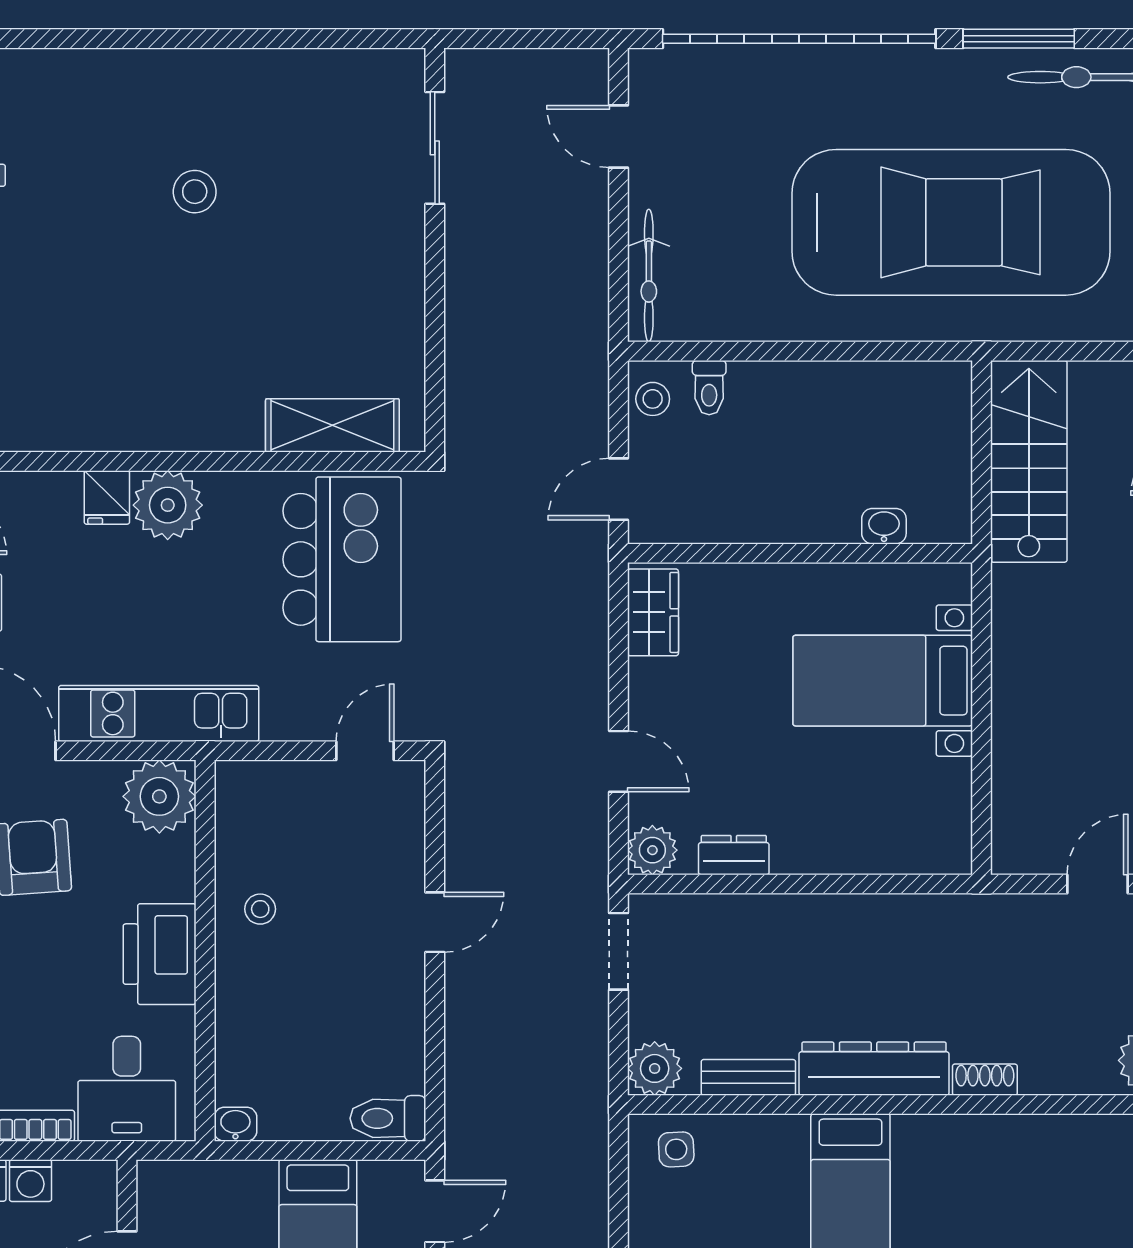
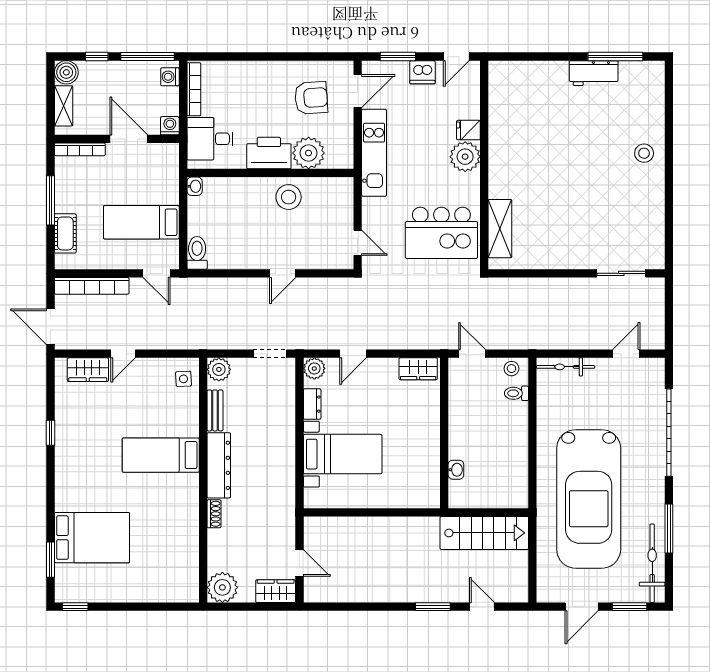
garage door: (799, 39) -> (669, 433), width x0.73
stool: (195, 192) -> (644, 153), moved
bed with nightstands: (883, 681) -> (343, 454), moved, turned 90
plant: (159, 796) -> (309, 153), moved
stool: (260, 909) -> (289, 197), width x1.89, depth x1.89
door: (435, 922) -> (283, 273), hinge flipped
washing machine: (30, 1181) -> (170, 126), moved, turned 90

